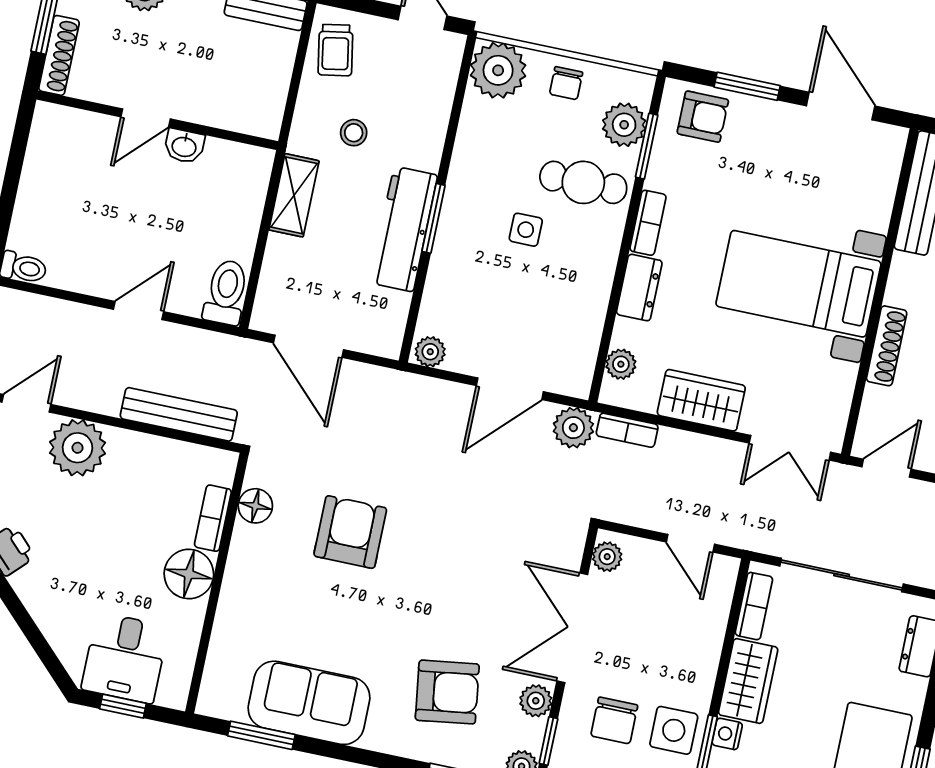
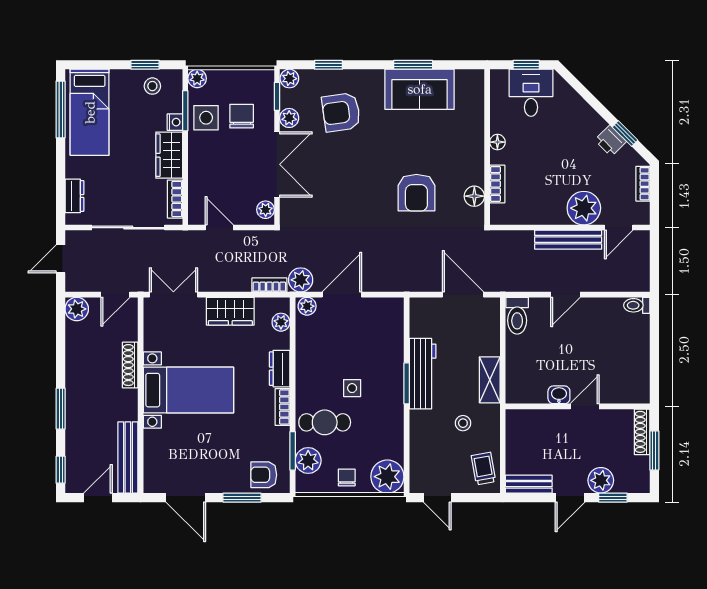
plant: (430, 352) -> (307, 306), moved
bench: (179, 414) -> (568, 240), moved
floor lamp: (189, 574) -> (497, 142), width x0.53, depth x0.53
window: (261, 735) -> (413, 65), moved

